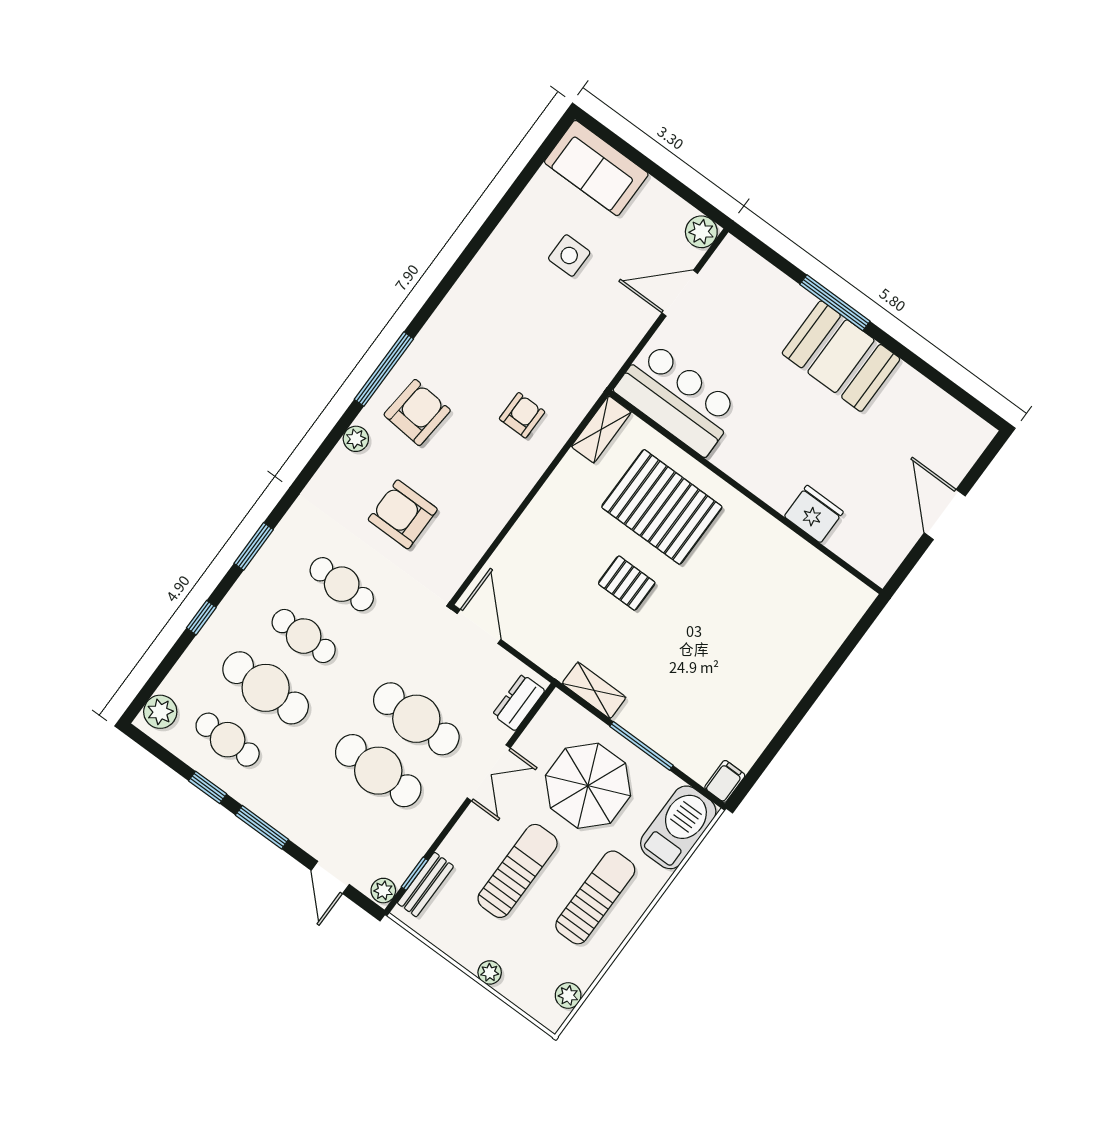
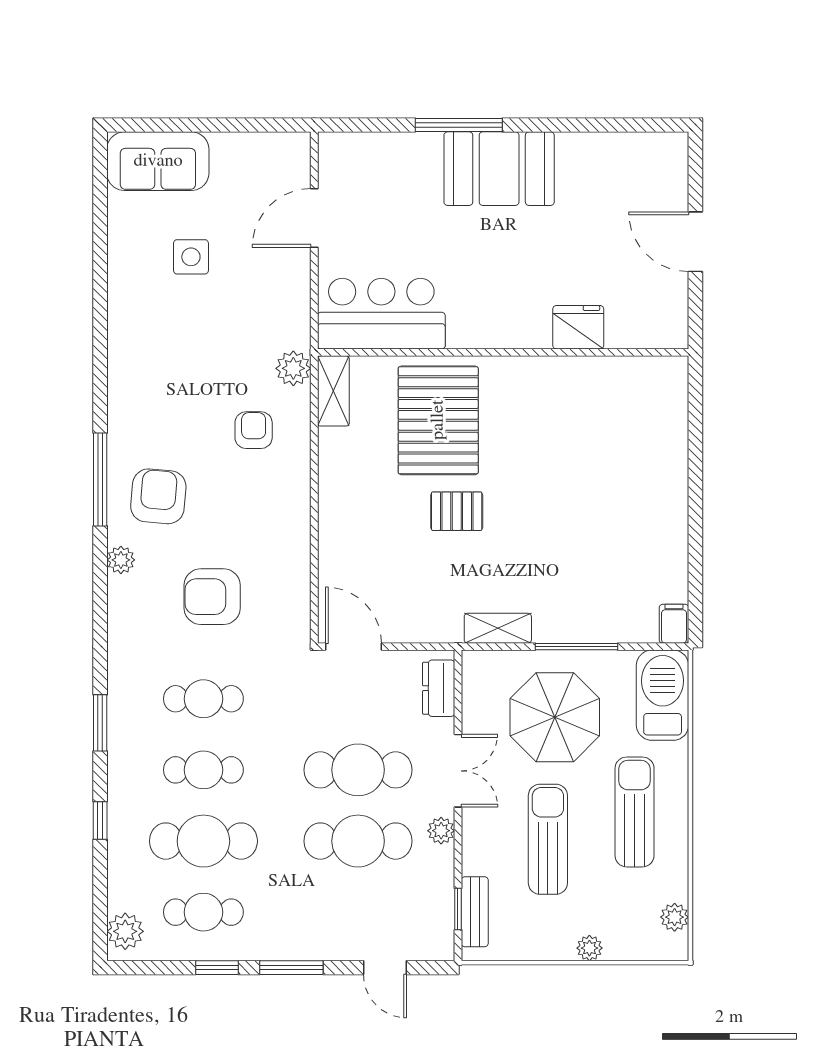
plant: (701, 232) -> (293, 368), moved
pallet: (662, 507) -> (438, 420), turned 90
plant: (383, 891) -> (441, 831), moved

